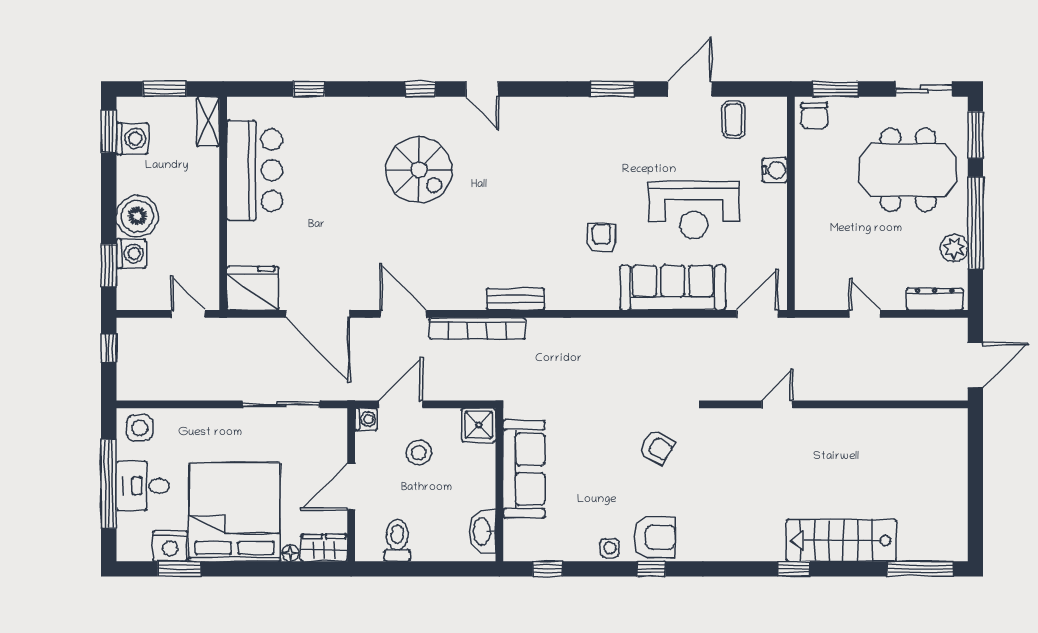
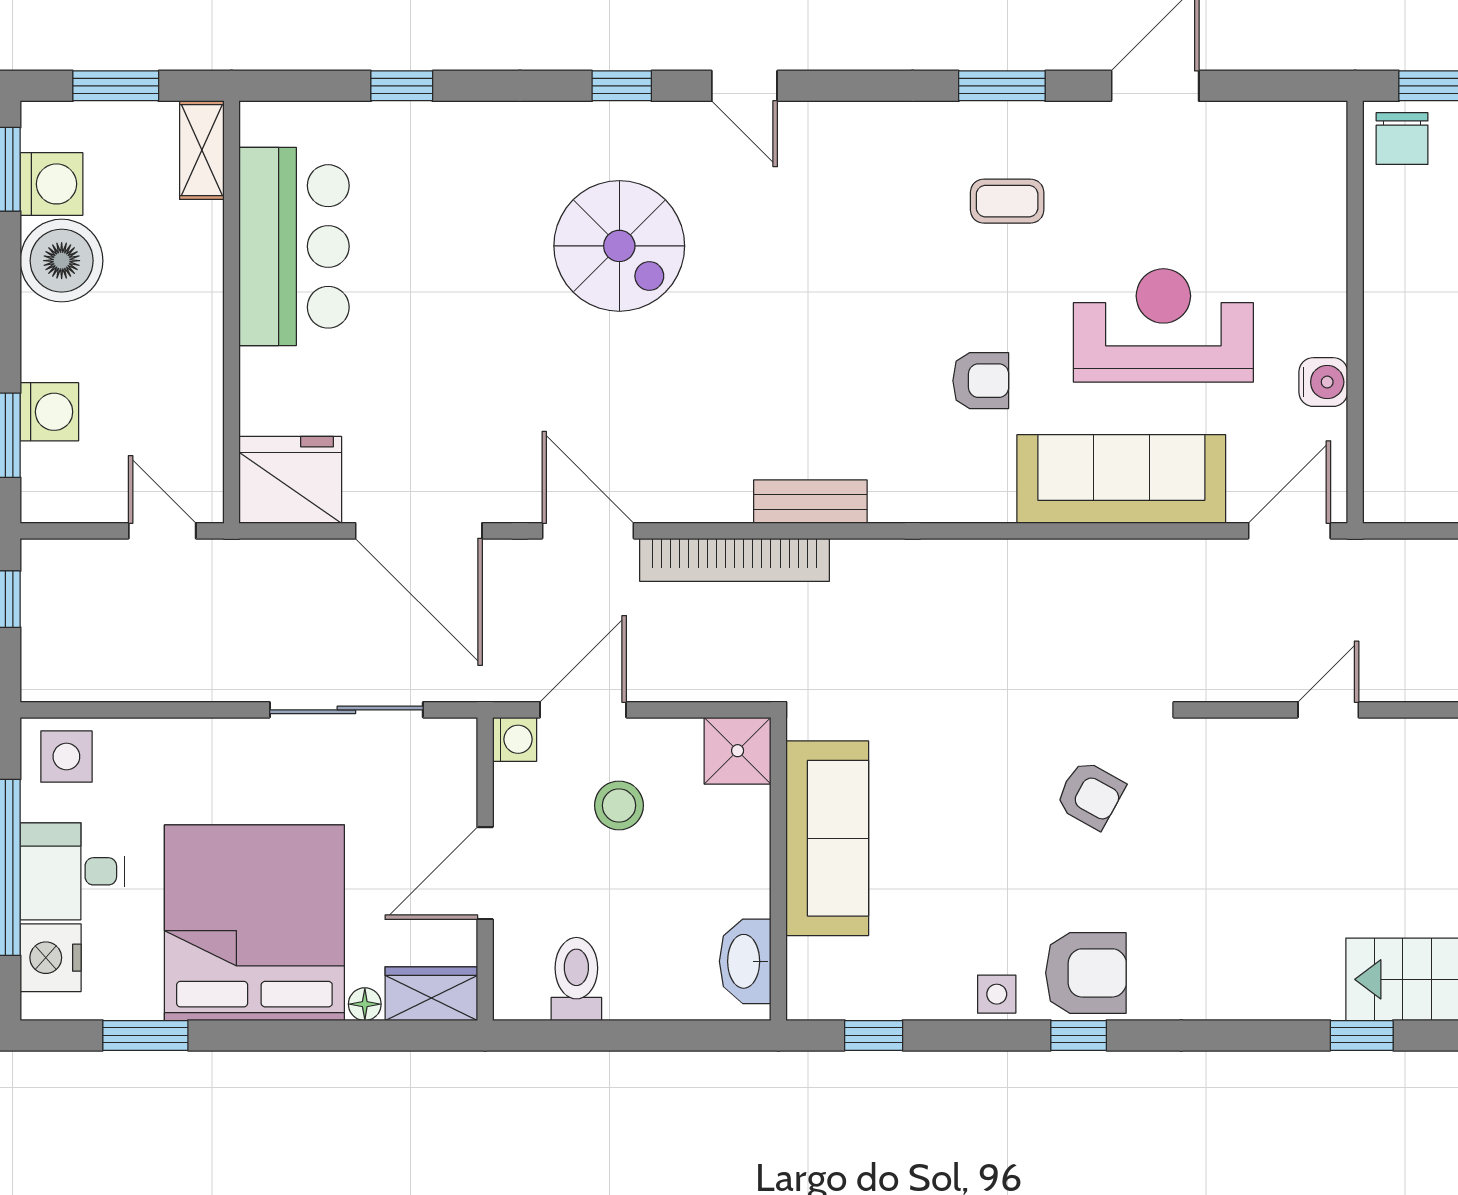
coffee table: (734, 120) -> (1007, 201), moved, turned 90
water cooler: (775, 170) -> (1323, 382), moved
reception desk: (694, 210) -> (1163, 325), turned 180
boiler: (137, 216) -> (62, 261), moved
armchair: (602, 238) -> (981, 381), turned 90
nightstand: (170, 546) -> (51, 958), moved, turned 90

